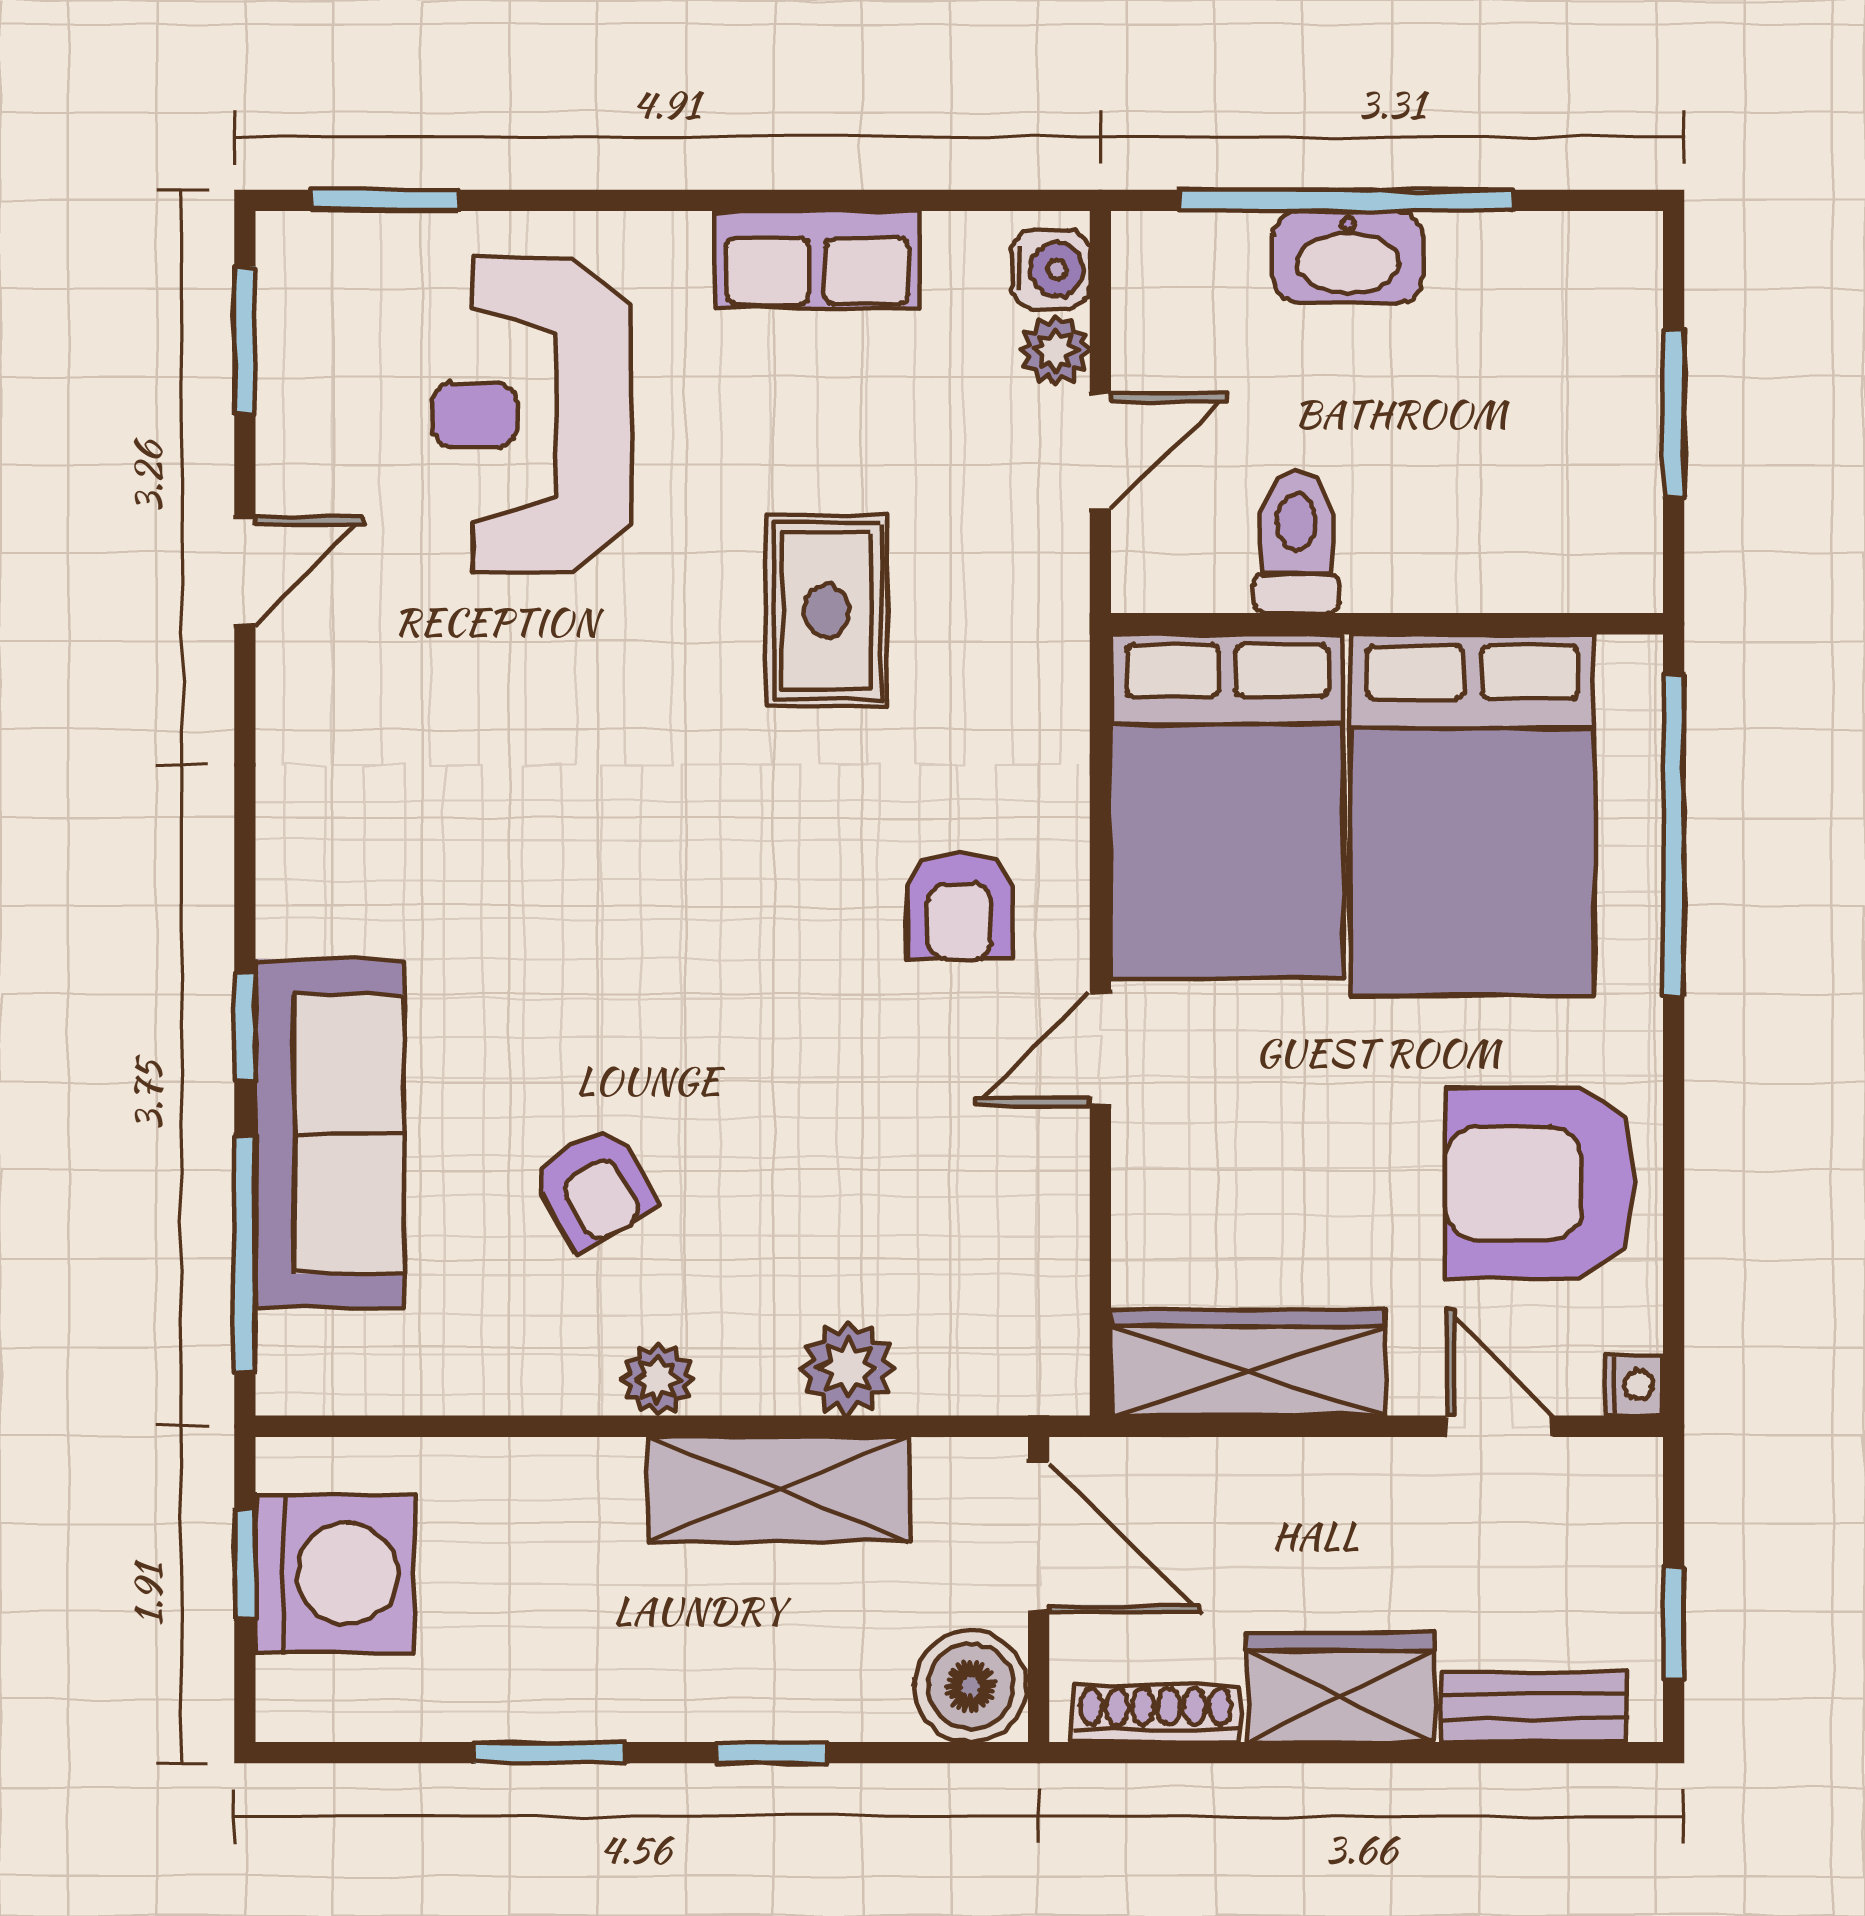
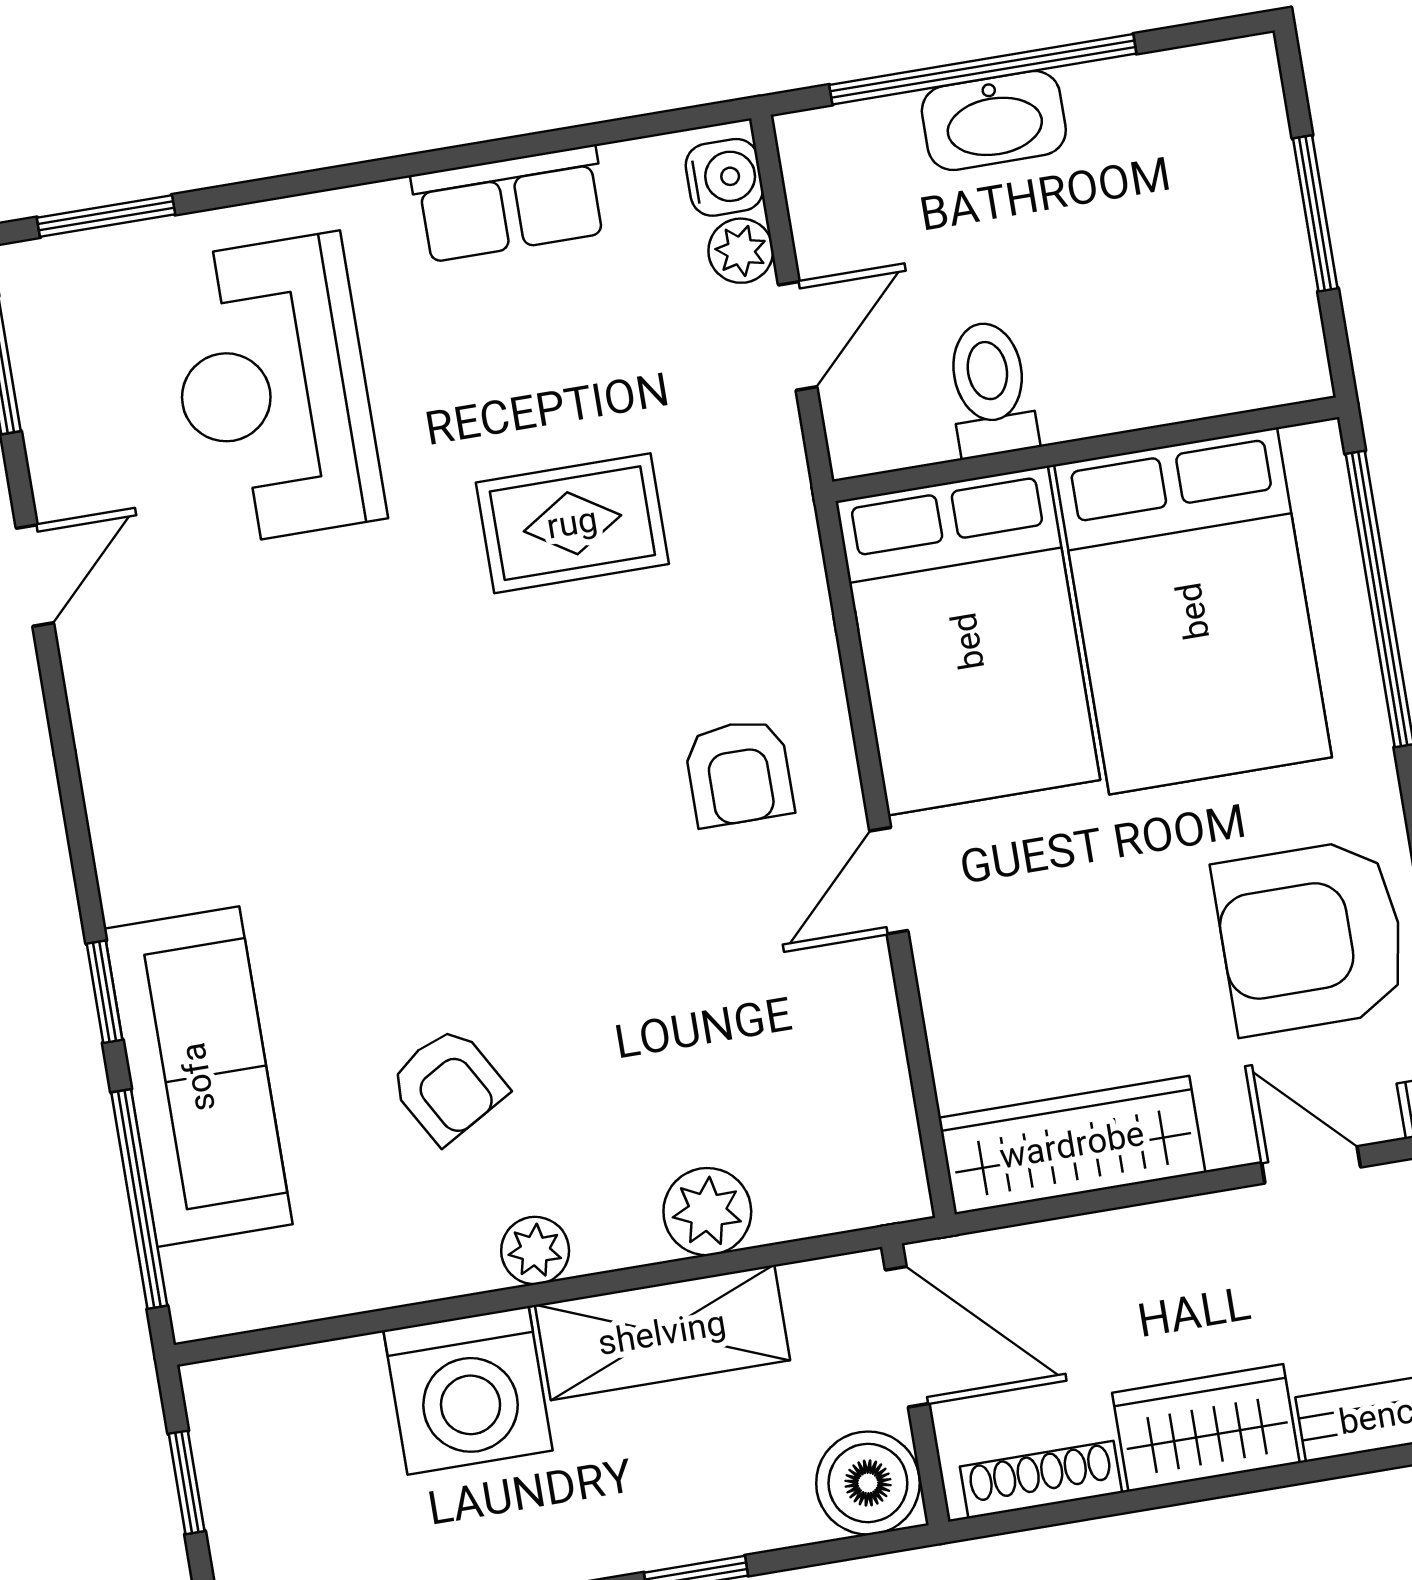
rug: (827, 611) -> (572, 523), turned 90
washing machine: (335, 1574) -> (468, 1390), moved, turned 90

